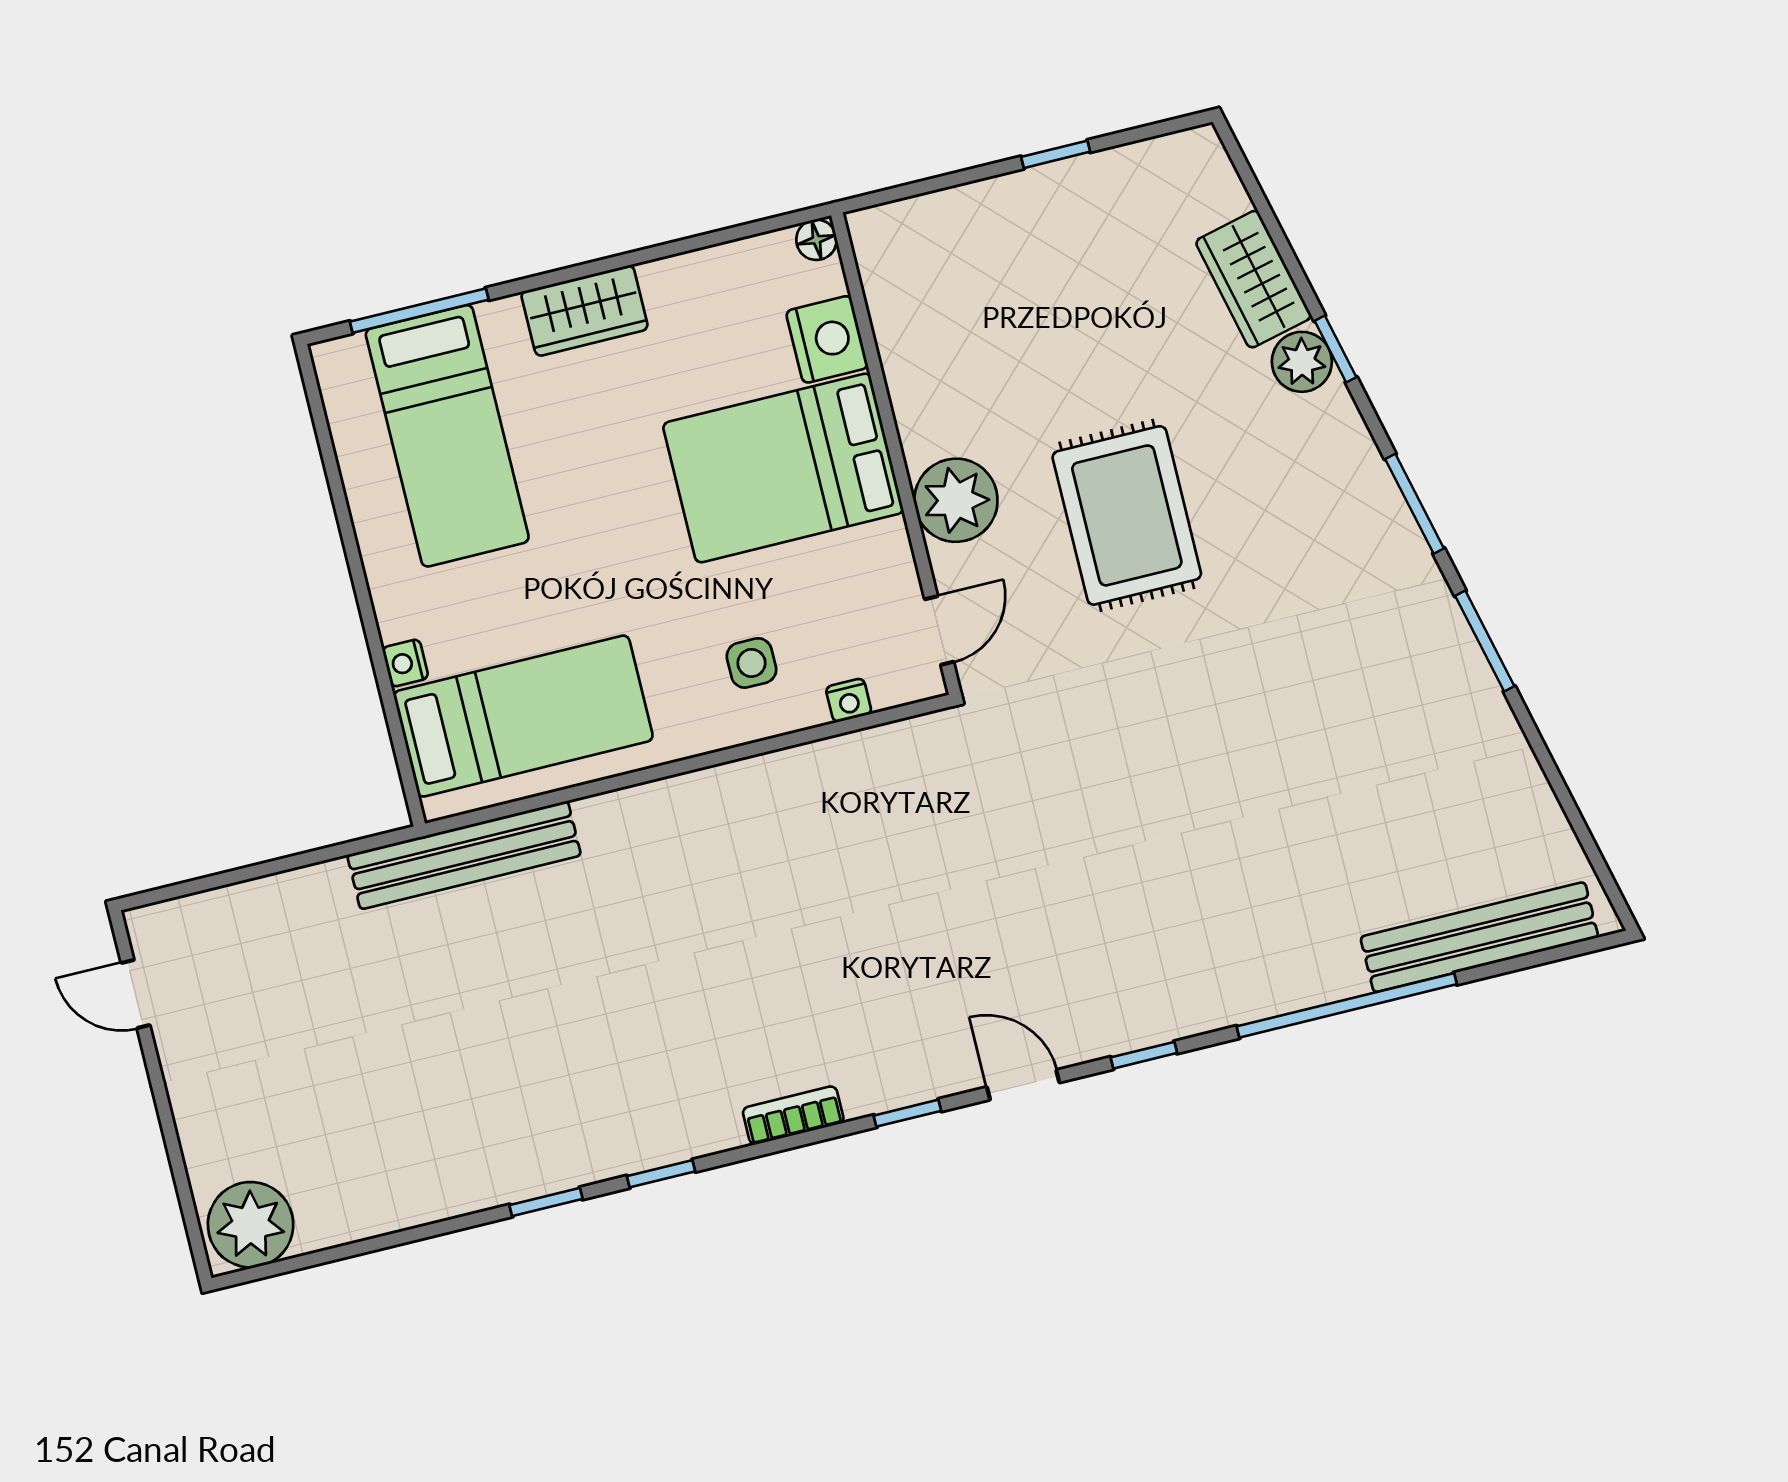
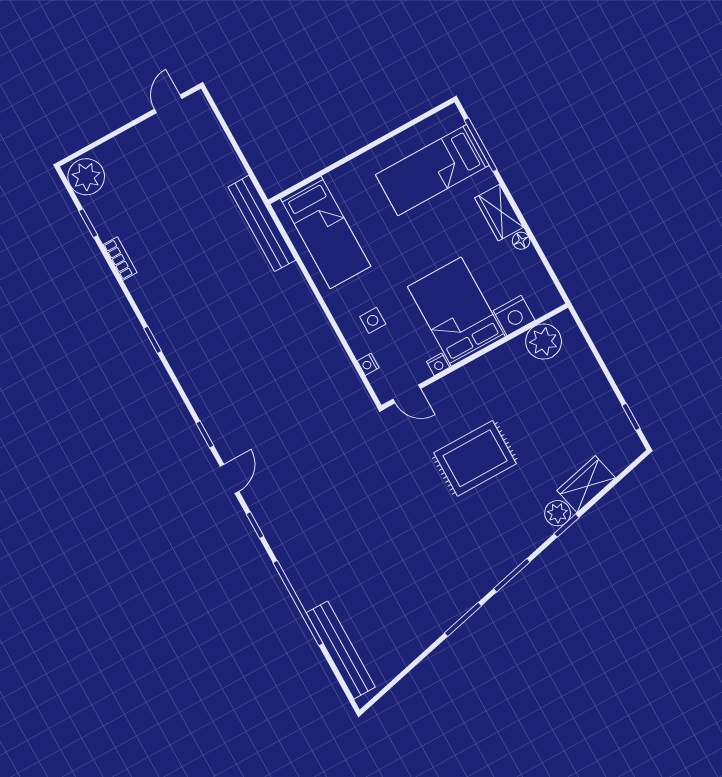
window: (1056, 154) -> (631, 417), moved
floor lamp: (816, 240) -> (521, 241), moved
plant: (956, 500) -> (544, 341), moved
nightstand: (405, 663) -> (438, 364), moved, turned 180
bookcase: (793, 1115) -> (120, 259), moved
window: (546, 1202) -> (88, 223), moved

